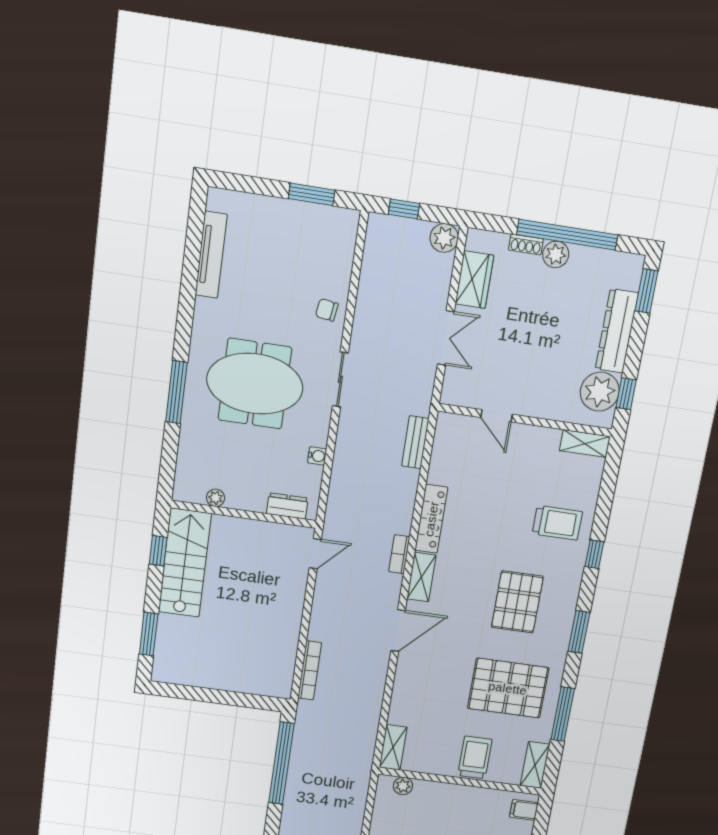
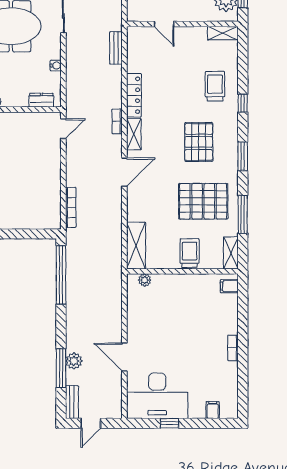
trolley: (557, 523) -> (215, 86), turned -90
shelving: (393, 747) -> (136, 246), width x1.50, depth x1.33

